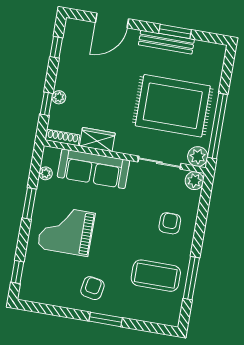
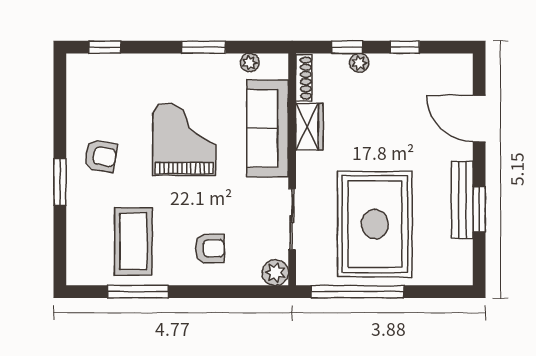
window: (56, 47) -> (405, 47), moved
plant: (198, 156) -> (310, 271), removed
grand piano: (66, 231) -> (184, 139), moved

